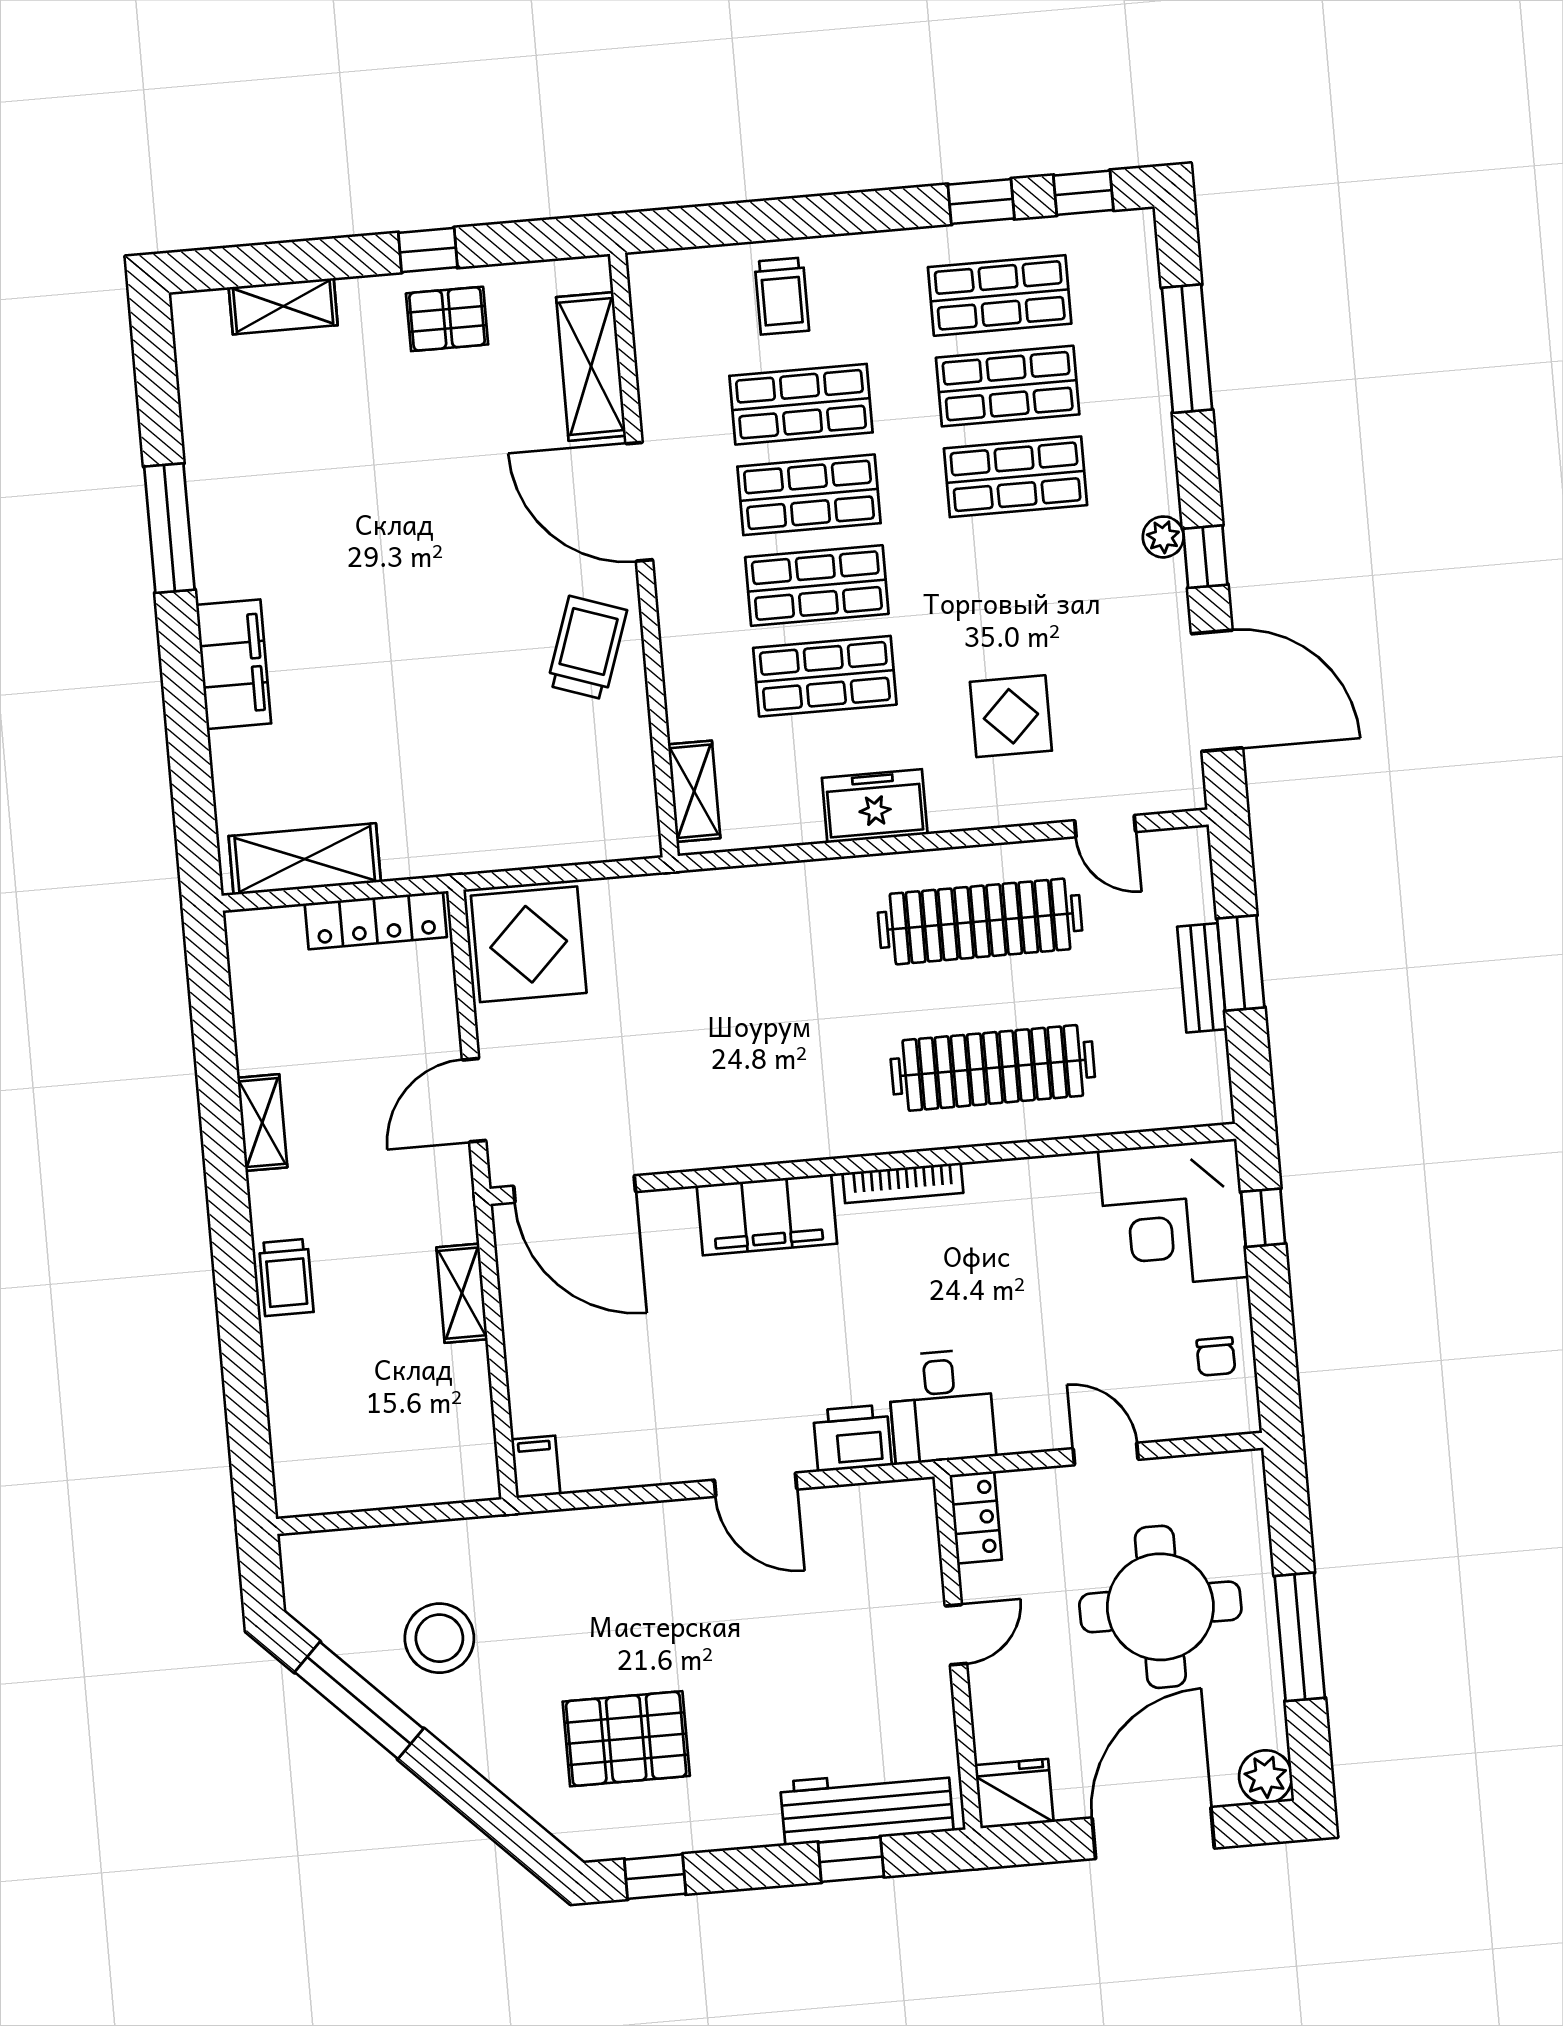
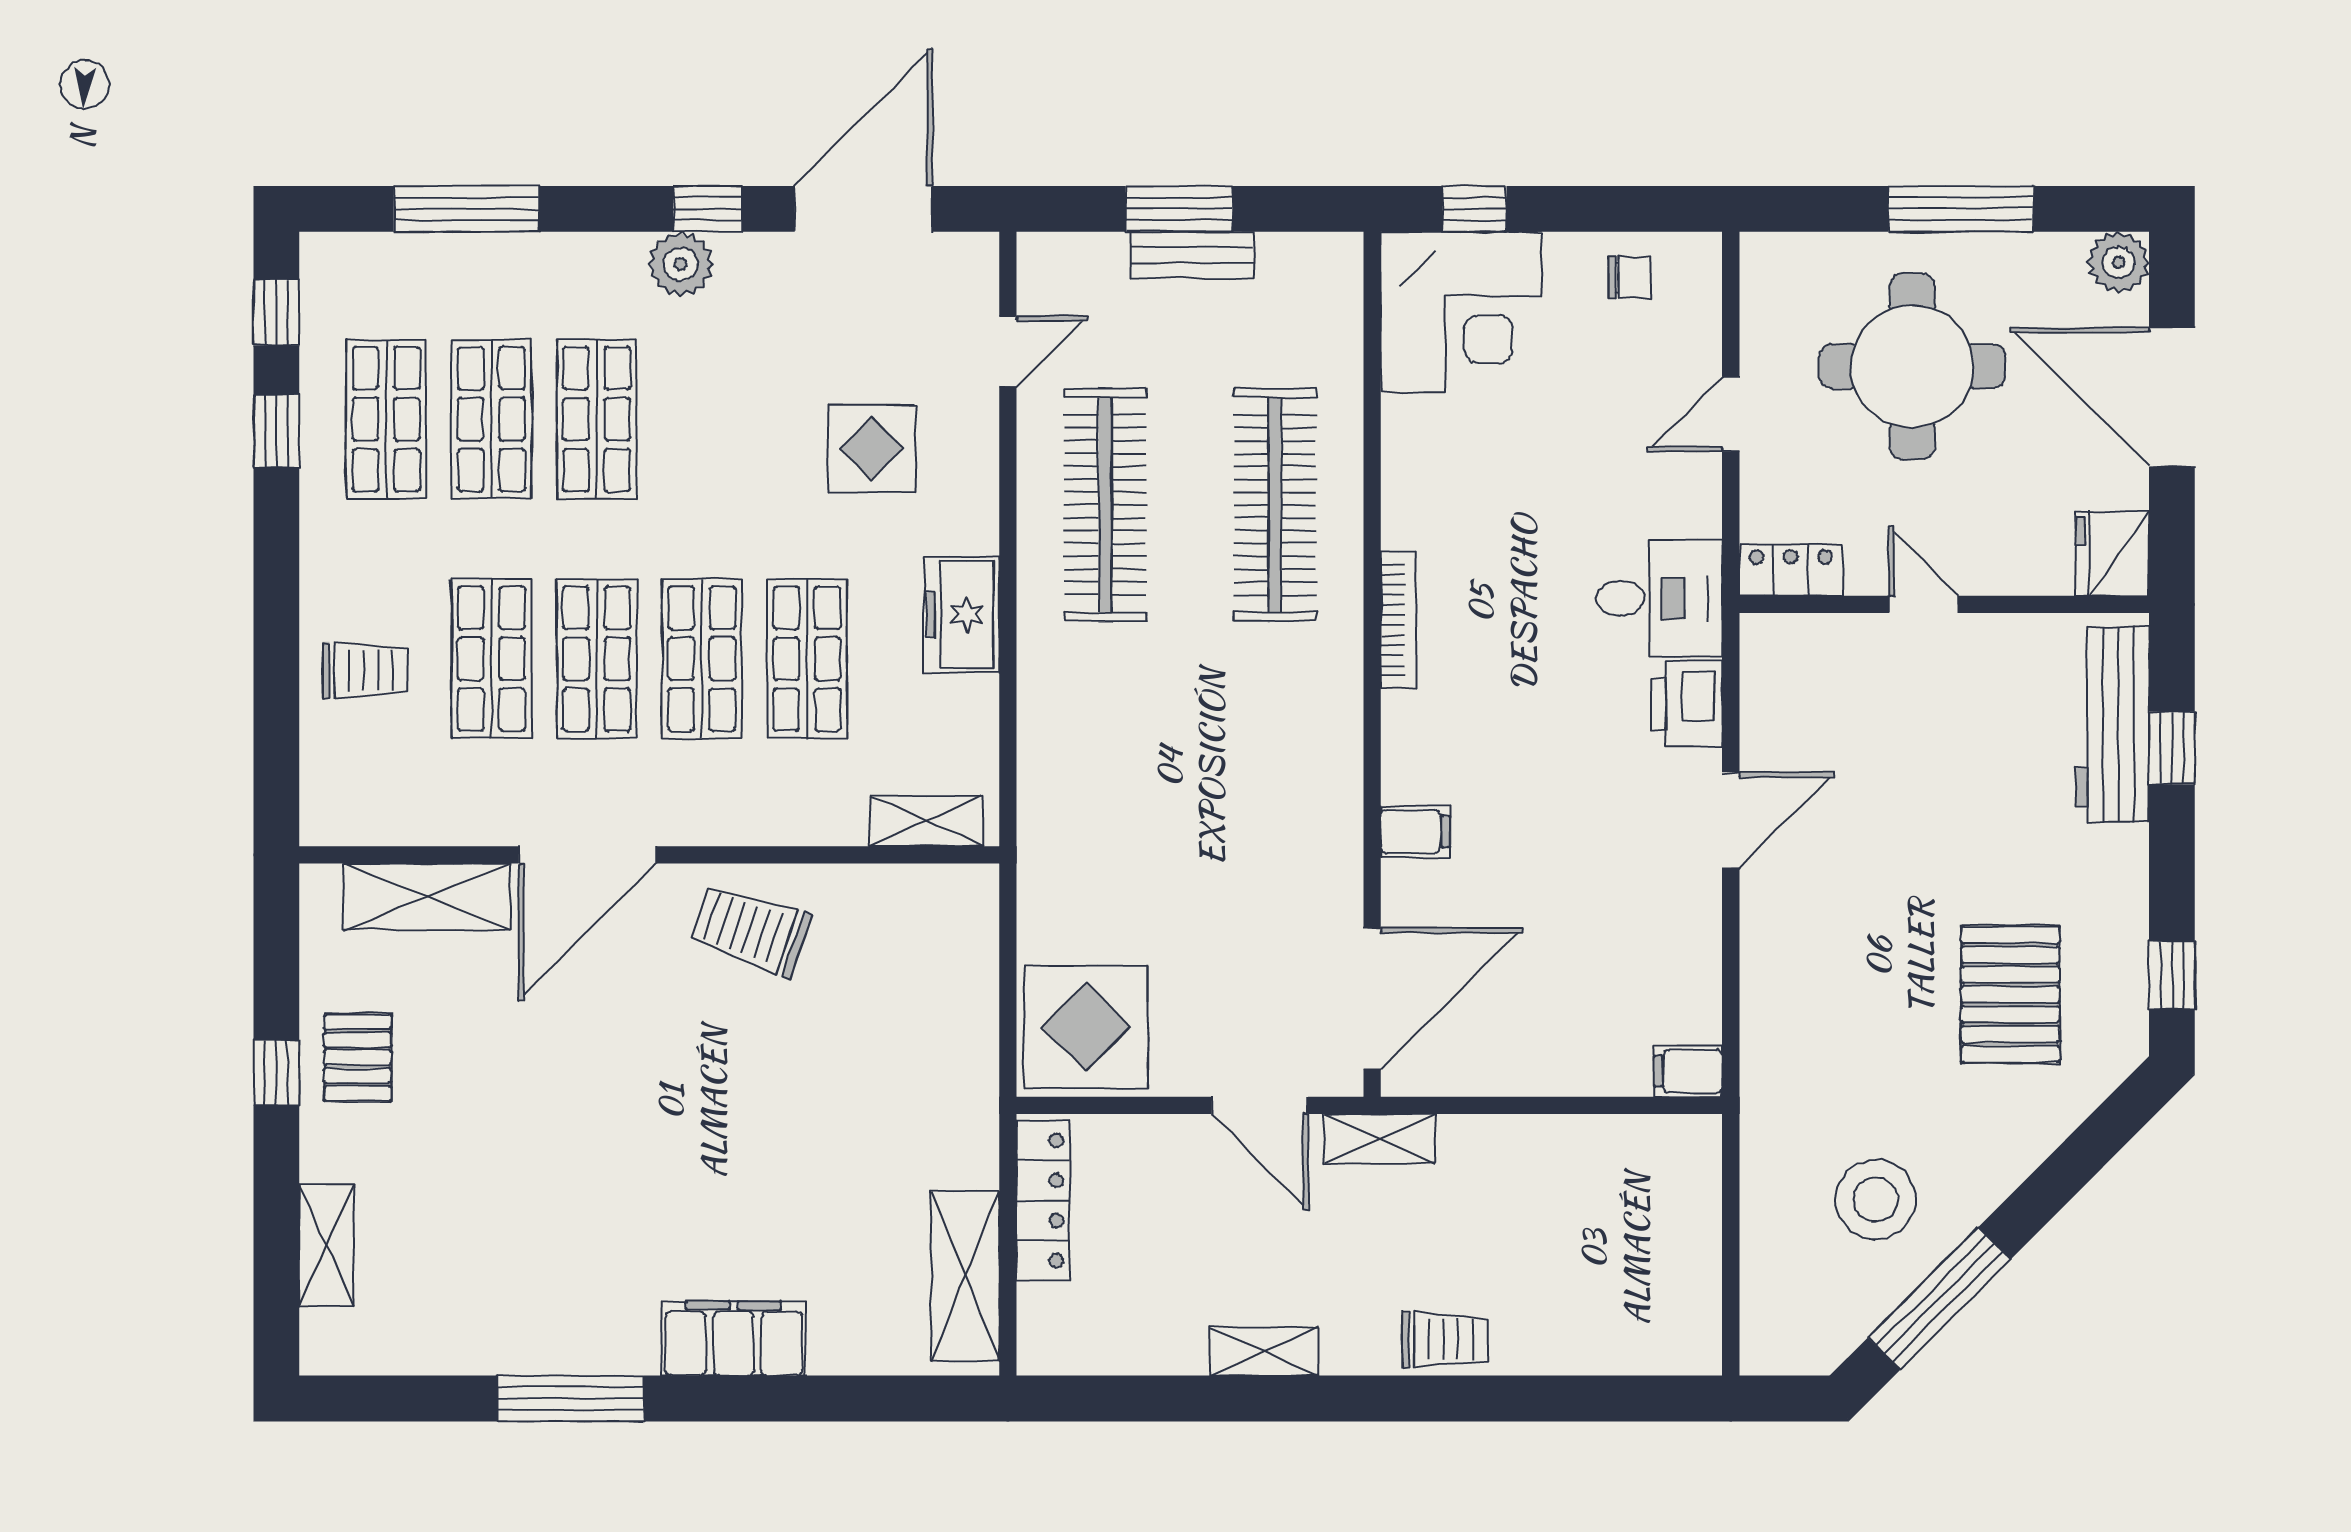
plant: (1163, 537) -> (681, 264), width x1.38, depth x1.38
filing cabinet: (767, 1215) -> (1415, 832), width x0.33, depth x0.86
shelving: (462, 1293) -> (1380, 1139), moved

